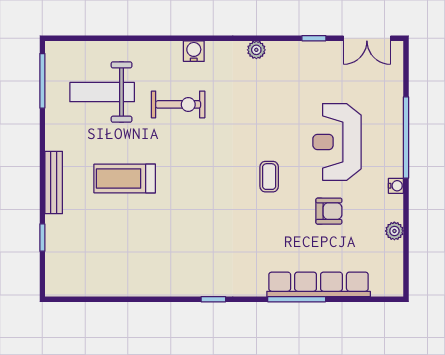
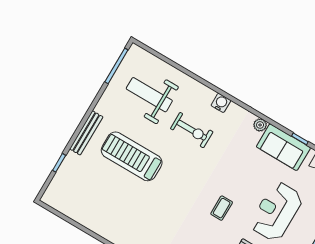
sofa: (300, 60) -> (283, 147), added
treadmill: (125, 179) -> (132, 156), width x1.37, depth x1.38

